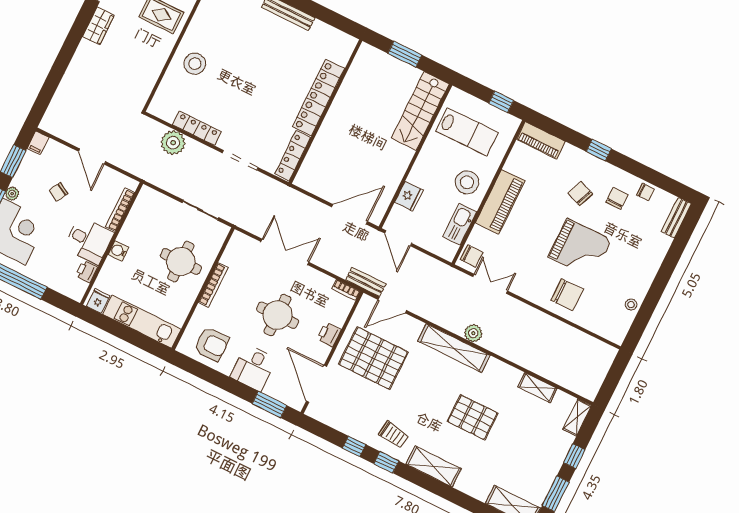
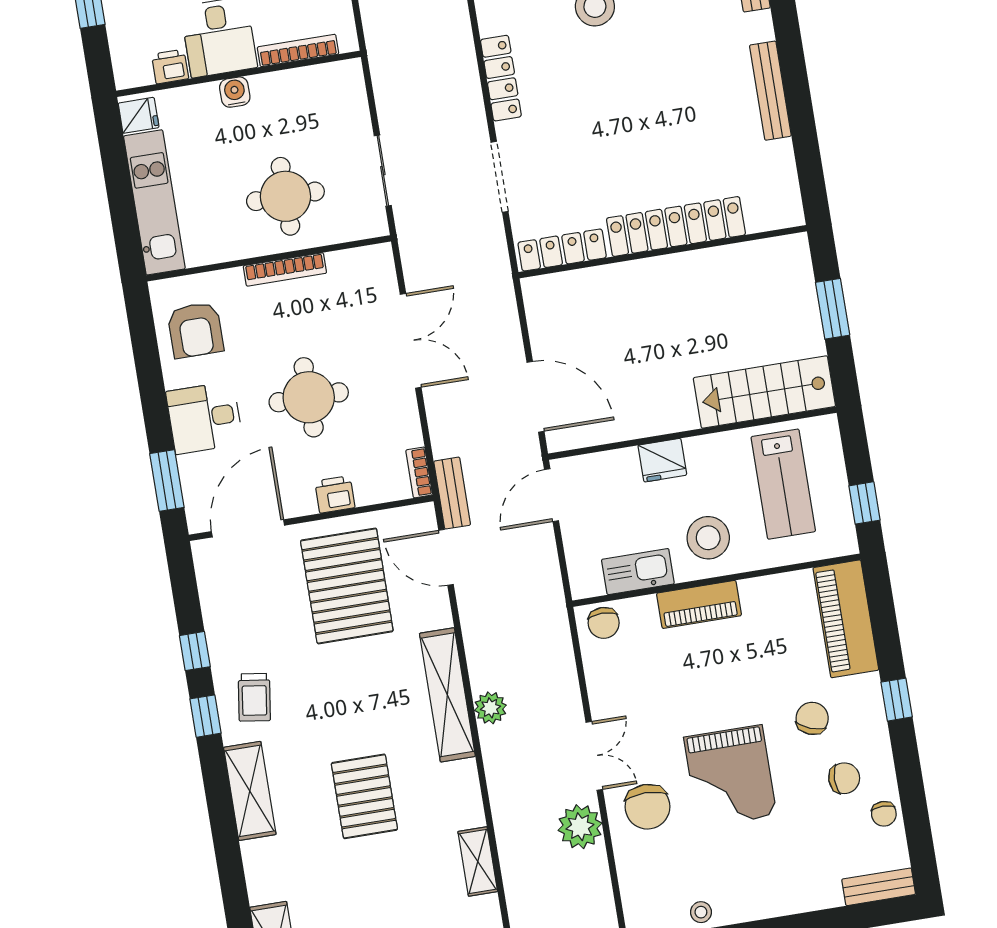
piano: (541, 140) -> (846, 619), width x1.37, depth x1.33
plant: (173, 143) -> (580, 827), moved
fridge: (409, 196) -> (662, 460), moved
piano: (500, 202) -> (699, 604), width x0.73, depth x0.75
double door: (490, 284) -> (594, 756), moved

